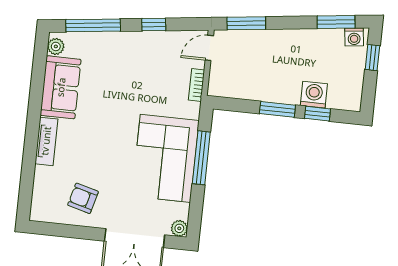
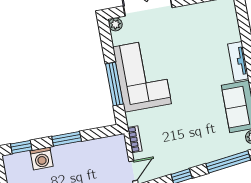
window: (317, 114) -> (21, 147), moved
armchair: (83, 198) -> (197, 26), removed

